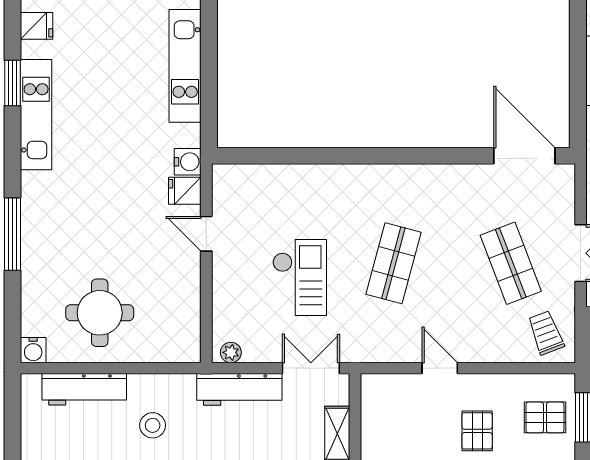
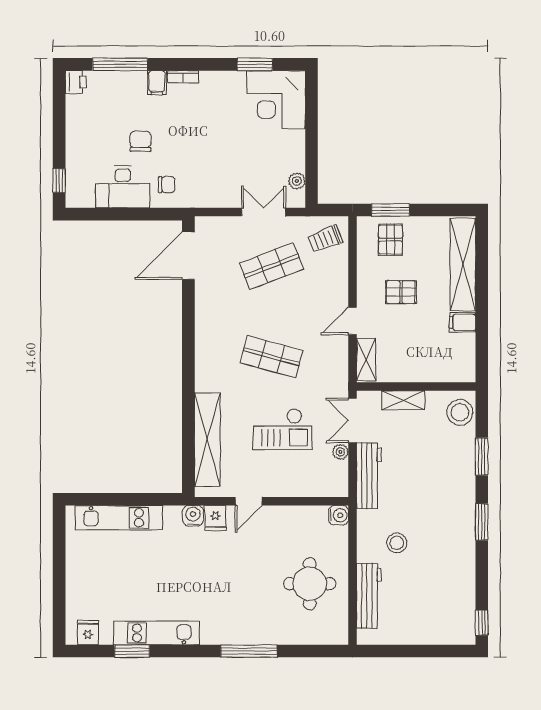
shelving: (286, 180) -> (207, 440), added
checkout: (300, 277) -> (282, 429), turned 180
water cooler: (33, 350) -> (339, 515), moved
plant: (231, 352) -> (340, 452), moved
shelving: (390, 386) -> (366, 359), added

